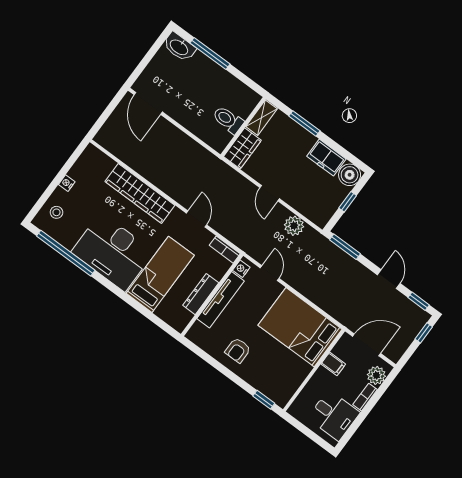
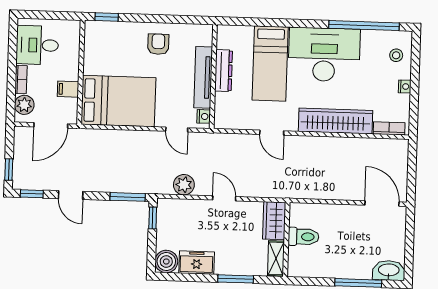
window: (348, 202) -> (153, 218), moved
bookcase: (225, 250) -> (389, 128), moved

